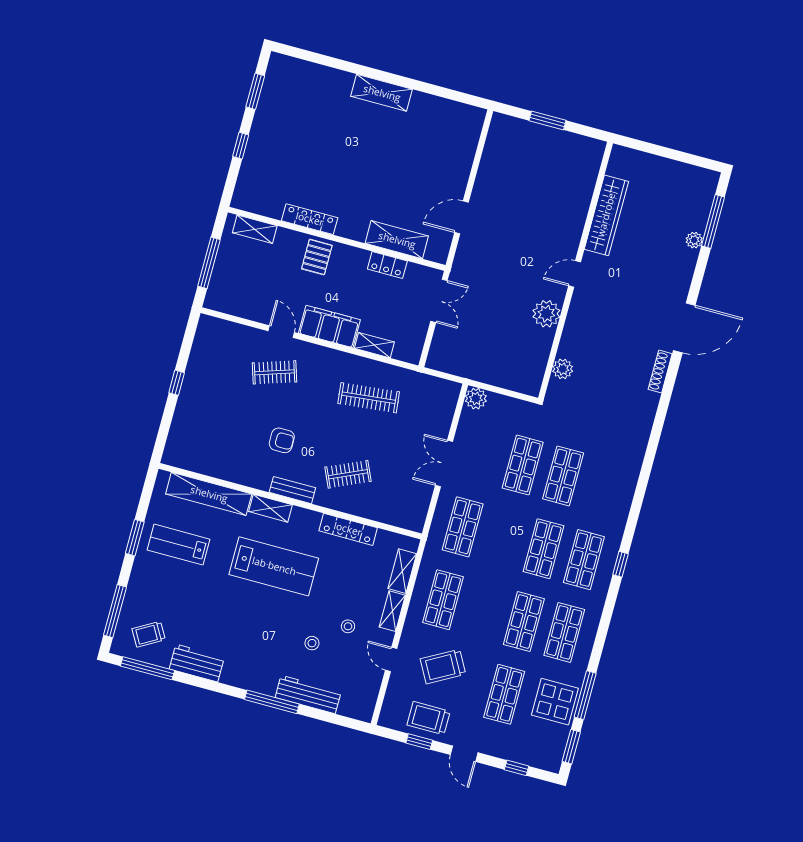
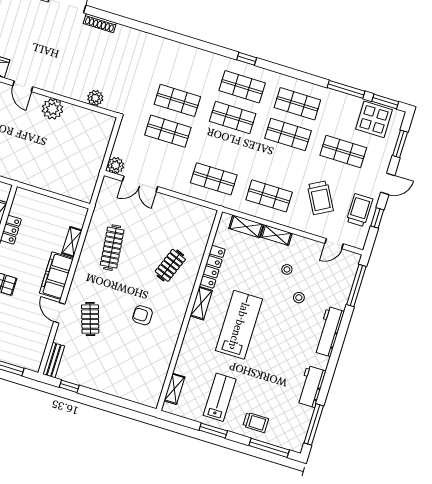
double door: (439, 301) -> (40, 191), removed
door: (281, 332) -> (59, 313), hinge flipped
window: (177, 383) -> (69, 386), moved
armchair: (282, 440) -> (143, 315), turned -90
double door: (444, 463) -> (140, 184), moved
clothes rail: (348, 474) -> (170, 265), turned 45
bench: (292, 490) -> (54, 360), moved
shelving: (209, 494) -> (174, 389), width x0.45, depth x0.75
shelving: (270, 508) -> (201, 303), moved
lab bench: (179, 545) -> (220, 397), turned 180
trolley: (149, 634) -> (256, 422), moved, turned -60
door: (391, 659) -> (334, 244), moved
workbench: (308, 694) -> (329, 331), moved
window: (272, 702) -> (356, 286), moved
display table: (555, 702) -> (374, 119), moved
trolley: (429, 718) -> (360, 210), turned 180
window: (517, 768) -> (400, 144), width x1.50

